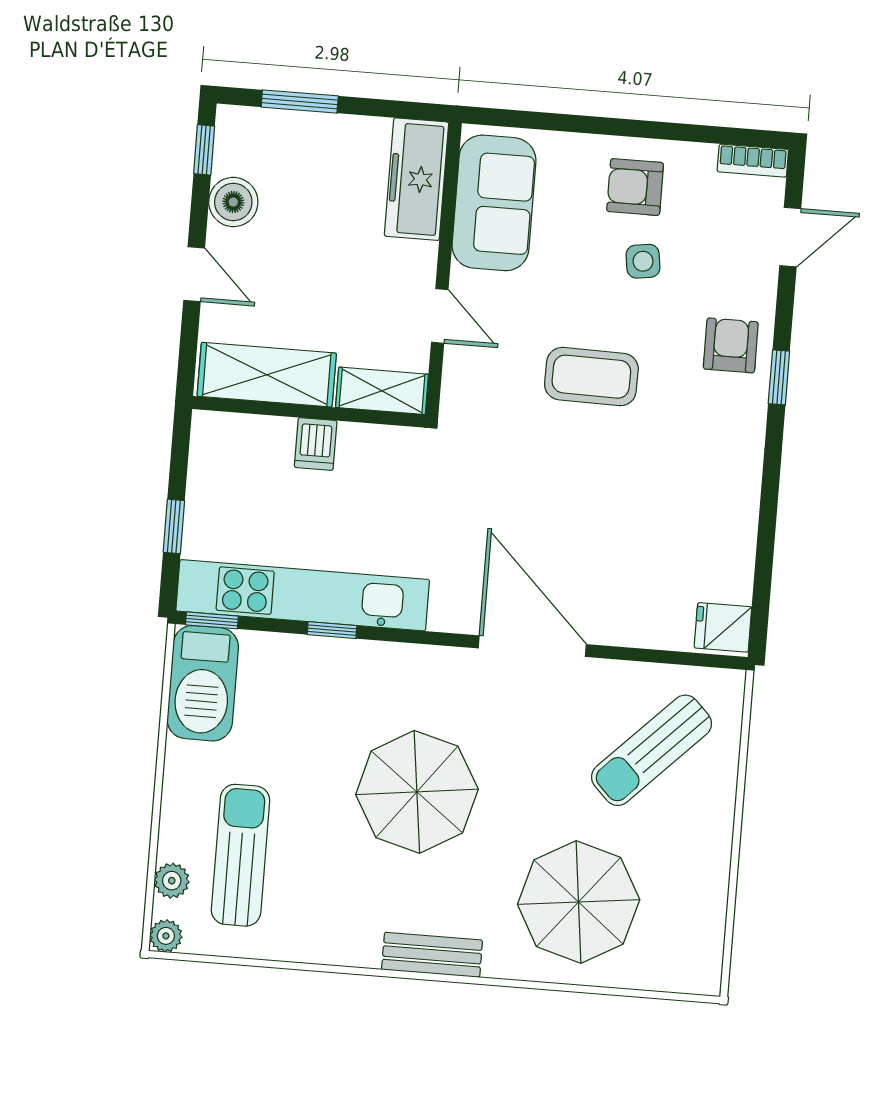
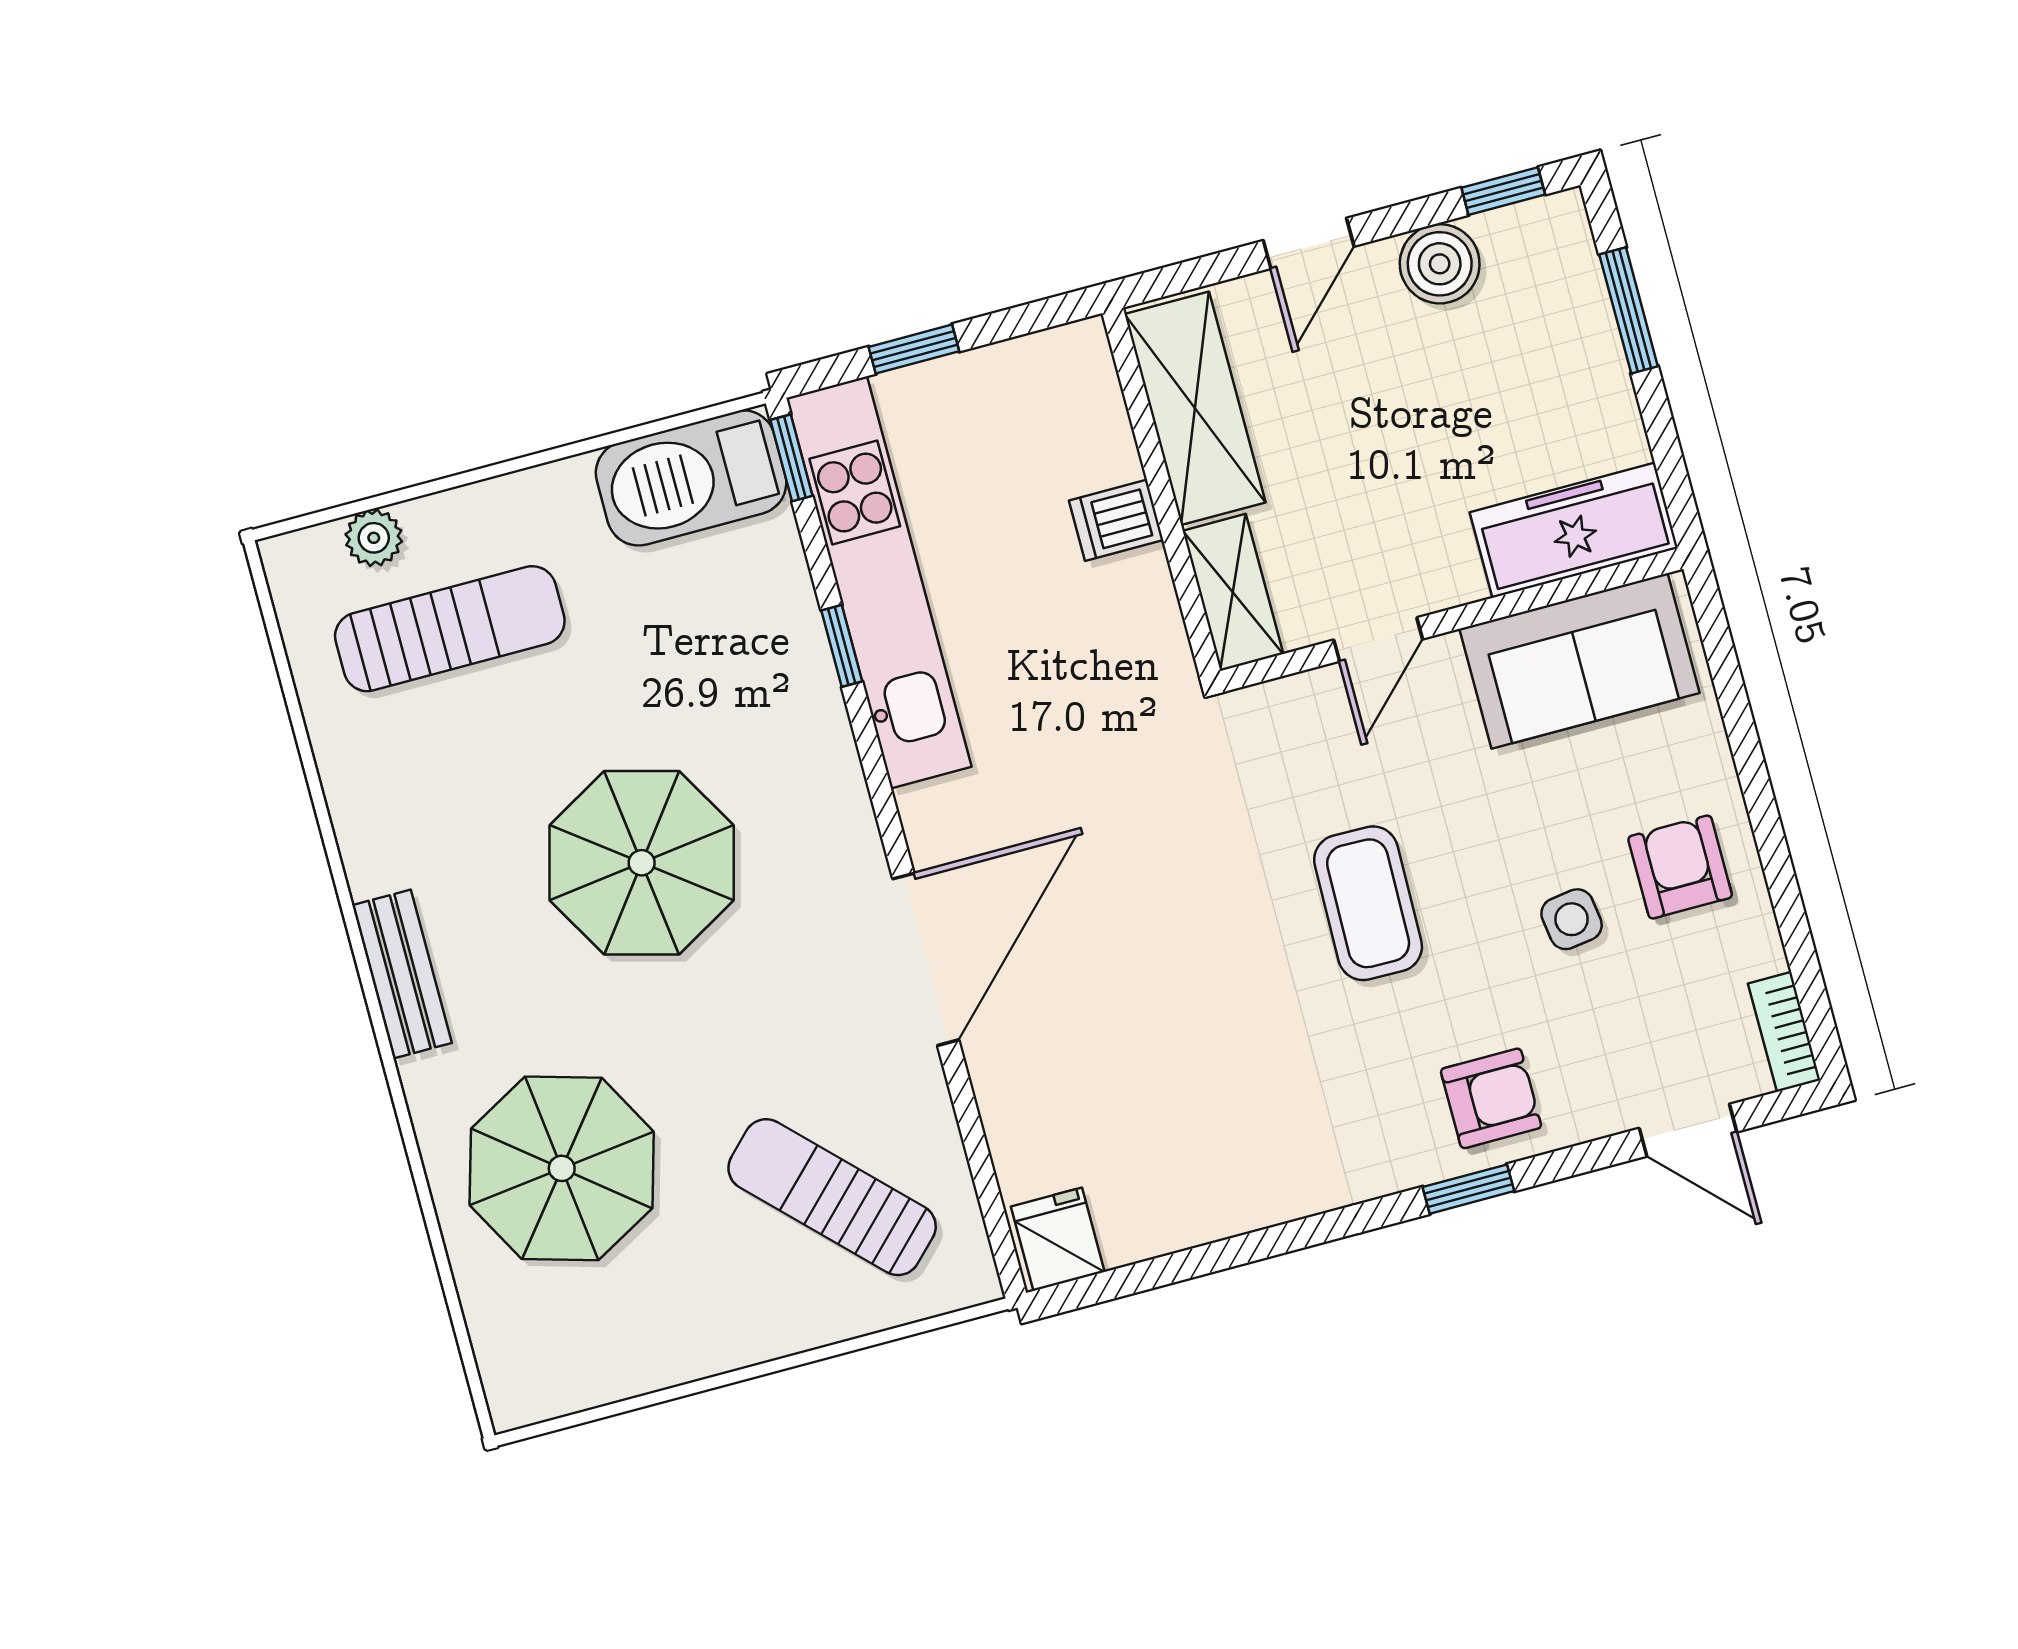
plant: (166, 936) -> (287, 559), removed

